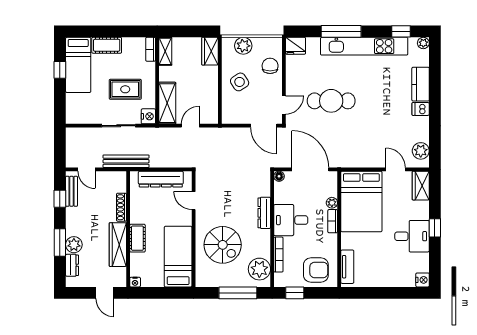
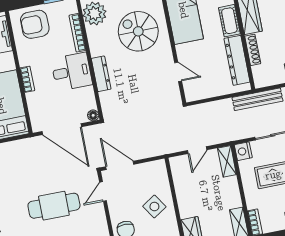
shelving: (167, 103) -> (227, 161), width x0.67, depth x0.75
dresser: (161, 179) -> (237, 60), moved, turned -90
plant: (332, 203) -> (32, 99), removed

